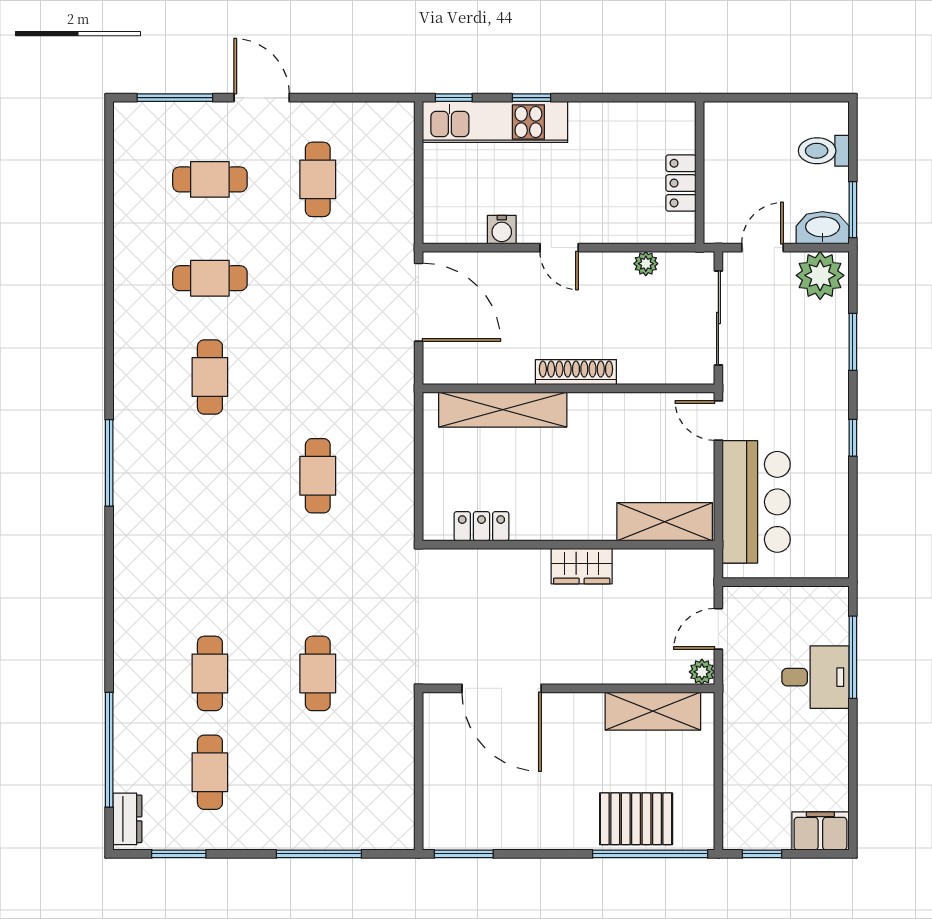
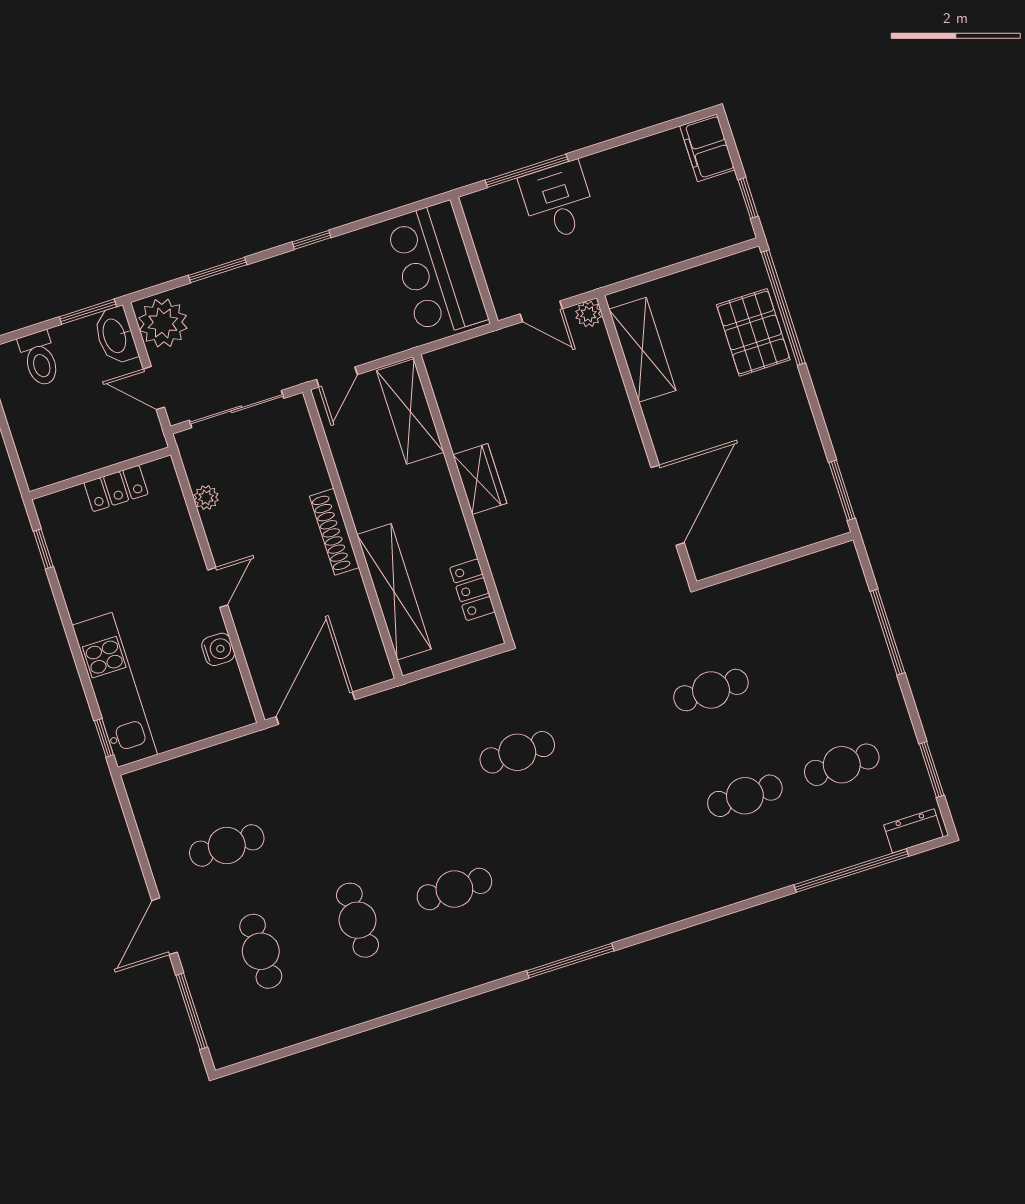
window: (531, 98) -> (43, 549), moved
bar counter: (756, 502) -> (436, 270), moved, turned -90
shelving: (665, 522) -> (410, 412), moved
locker: (481, 526) -> (472, 590), moved
wall: (568, 545) -> (463, 499), moved
wardrobe: (582, 566) -> (480, 479), moved

